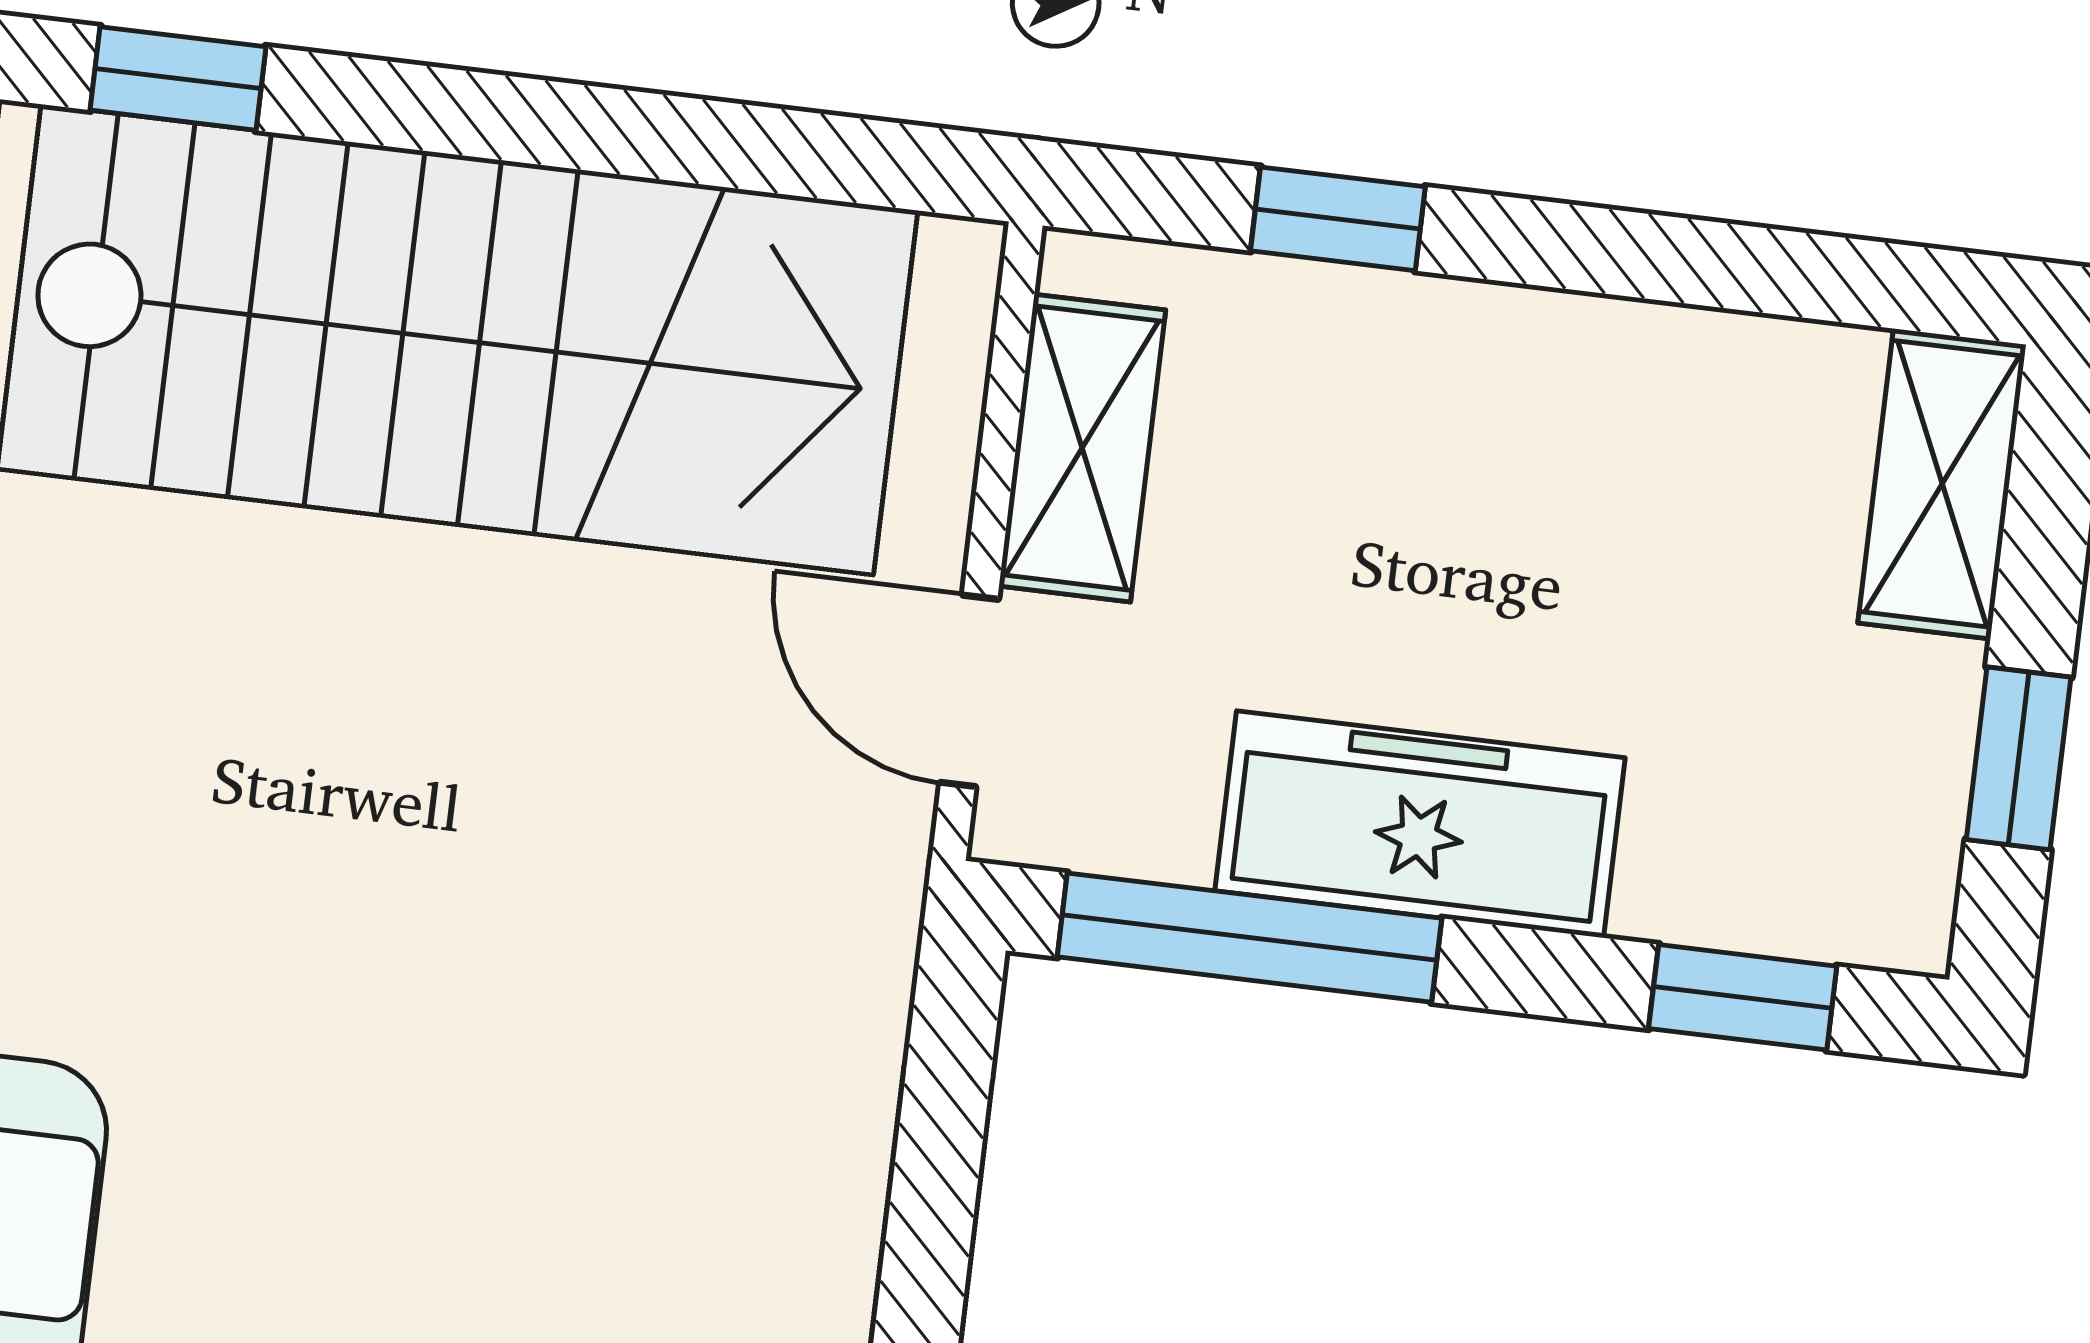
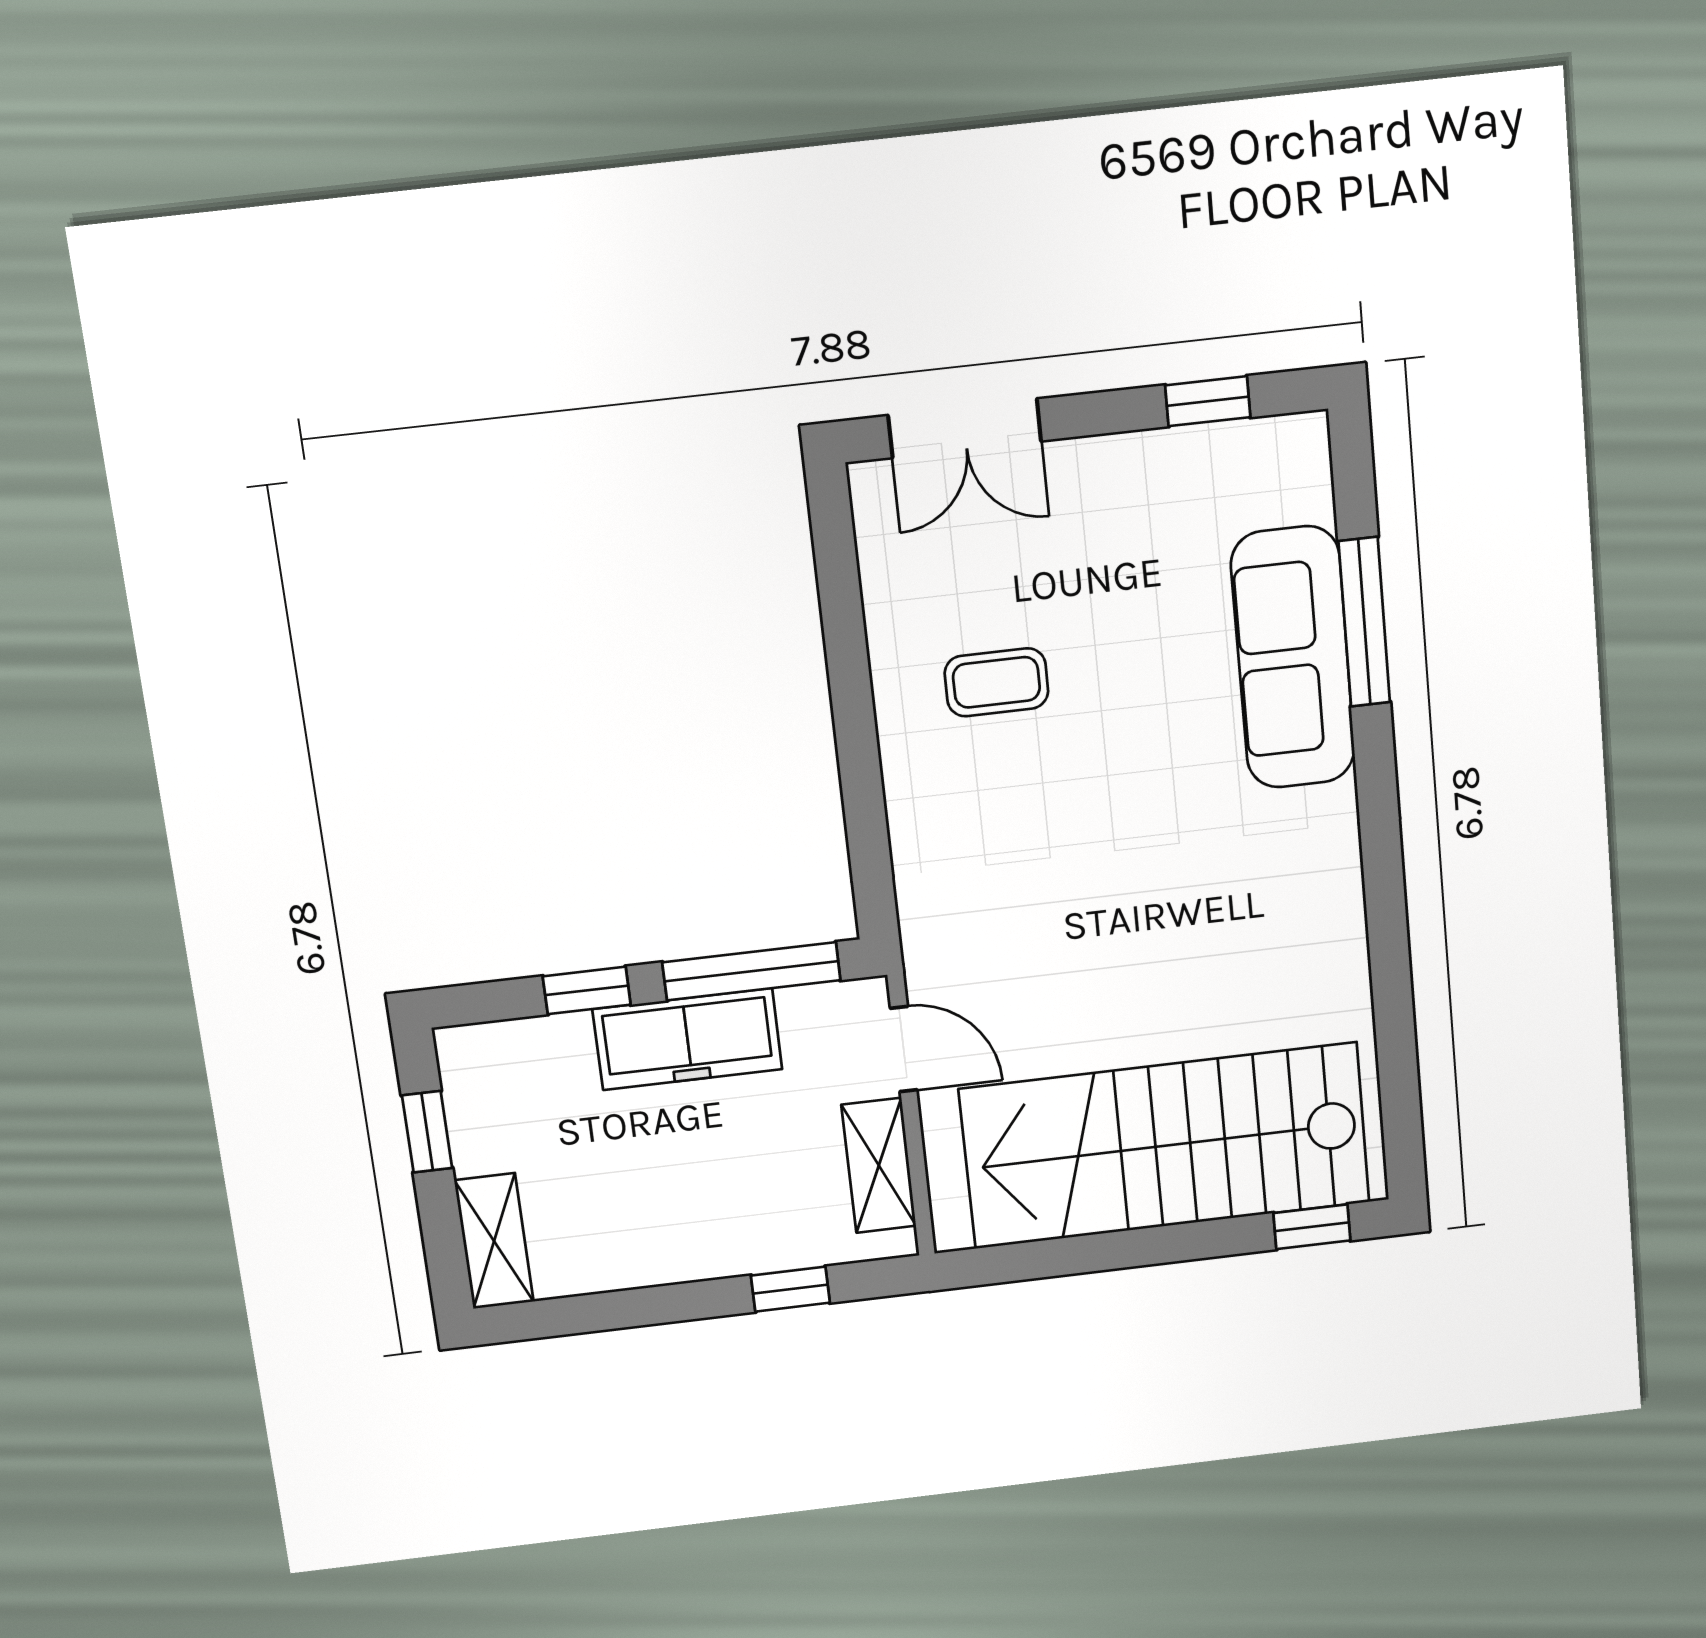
window: (1743, 997) -> (587, 990), moved

